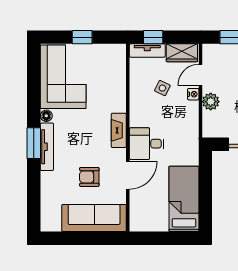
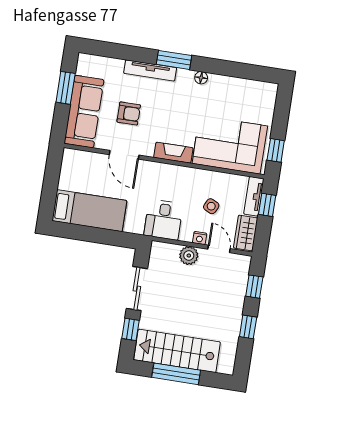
window: (82, 37) -> (276, 150), moved
corner sofa: (63, 77) -> (230, 145), moved, turned 180
desk: (147, 144) -> (163, 220), moved, turned 180
tv unit: (47, 147) -> (150, 70), moved
armchair: (89, 177) -> (129, 113), turned 90
window: (75, 238) -> (66, 88), added

